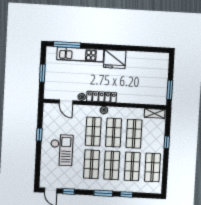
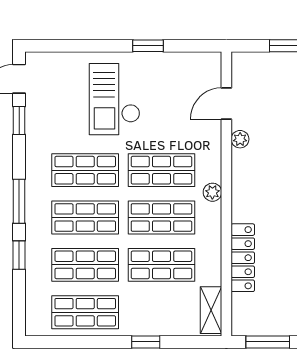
locker: (102, 97) -> (243, 258), moved
checkout: (62, 150) -> (115, 99), turned 90

